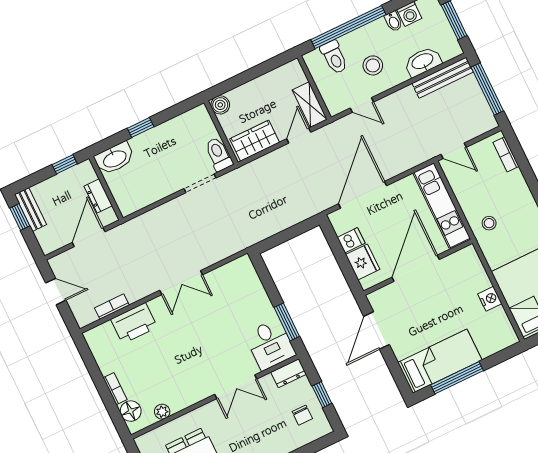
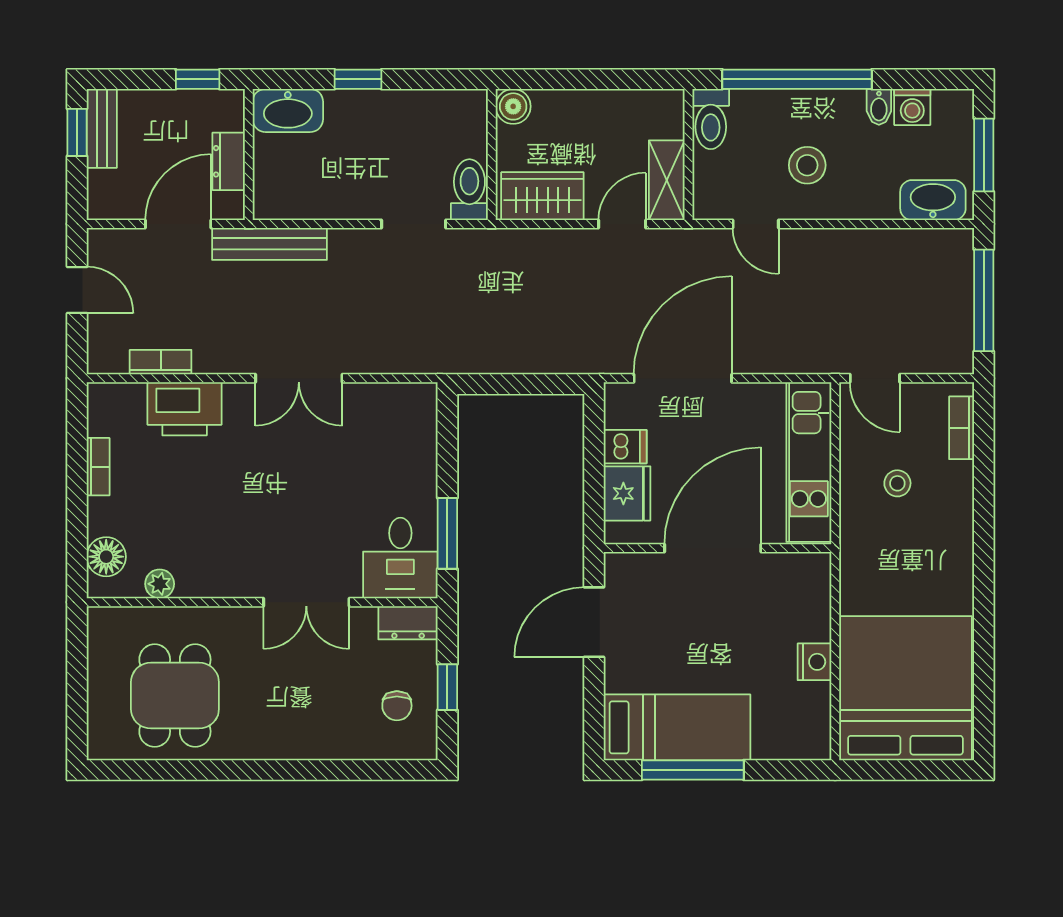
toilet: (334, 57) -> (711, 119), moved
washbasin: (423, 62) -> (933, 200), moved
bench: (443, 78) -> (270, 244), moved
stool: (489, 223) -> (897, 483), moved
bookcase: (115, 389) -> (98, 467), moved

